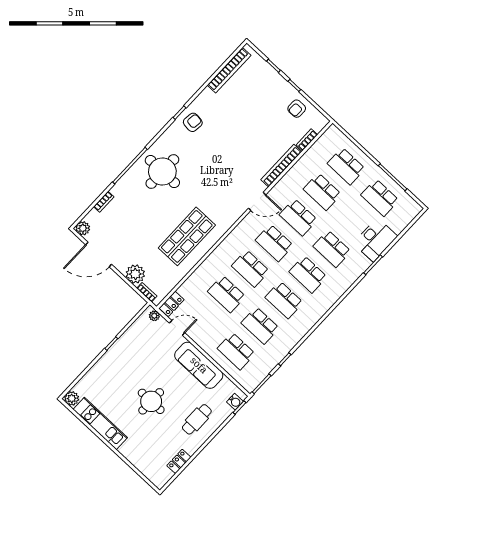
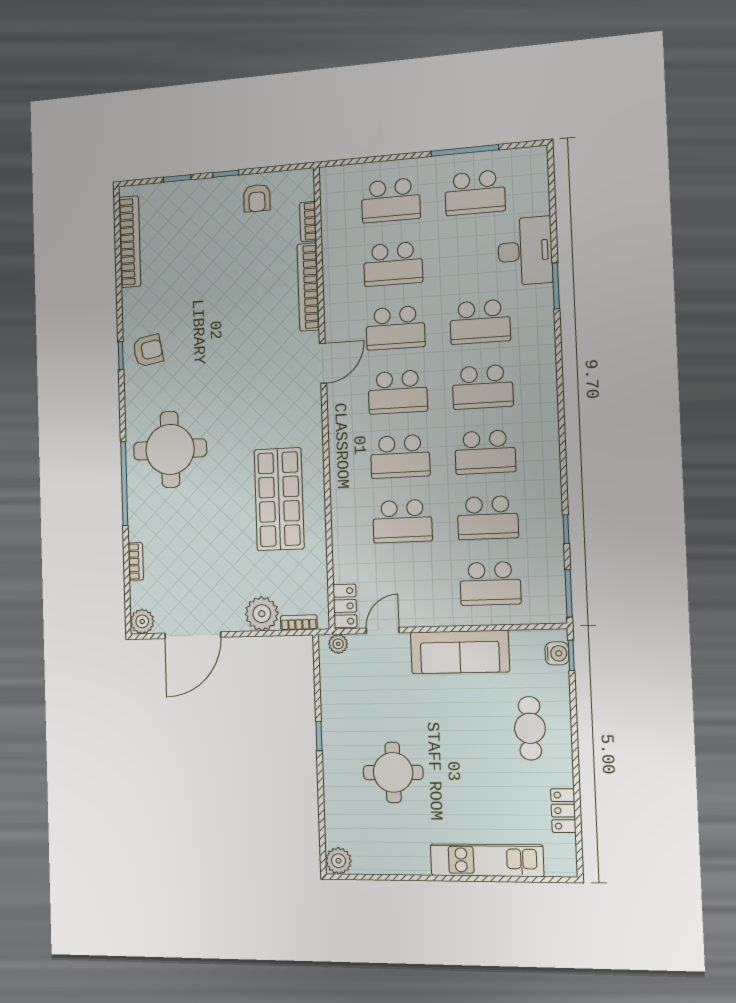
armchair: (193, 122) -> (148, 351), turned 73
round table: (151, 401) -> (393, 772), moved
kitchen unit: (100, 424) -> (487, 860), moved

